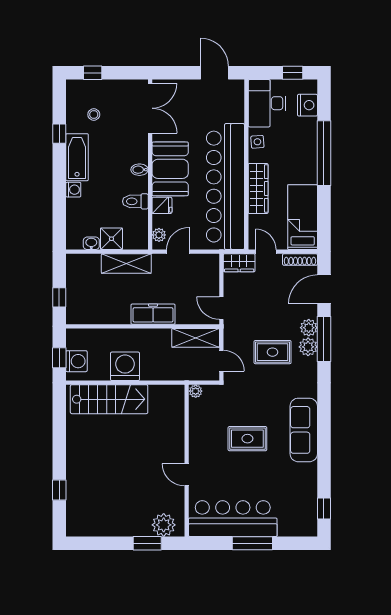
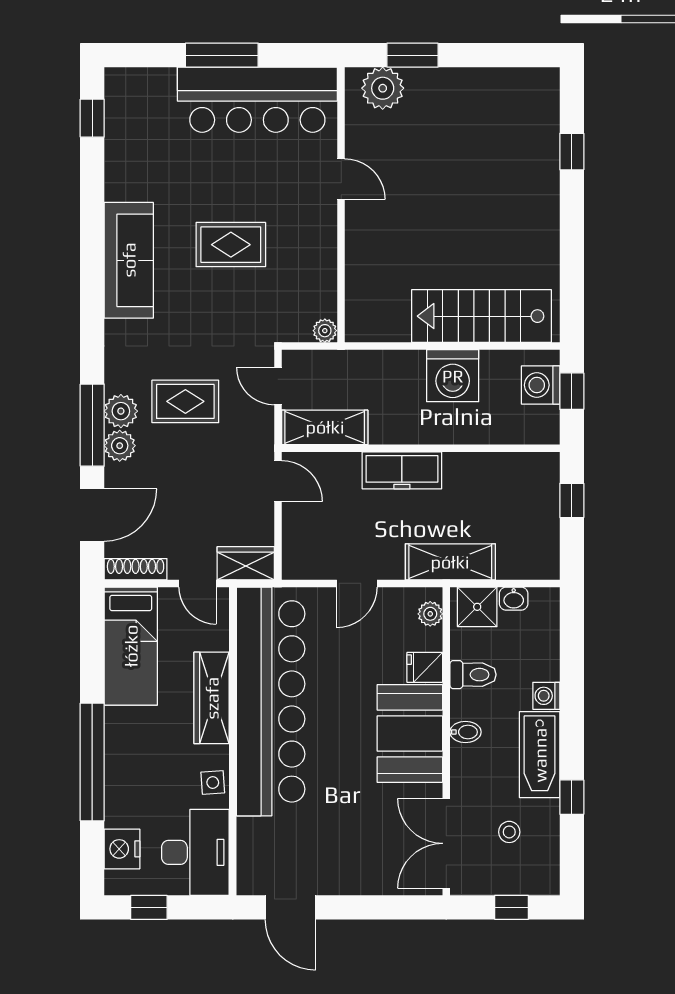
double door: (150, 108) -> (446, 843), moved
wall: (150, 165) -> (446, 741), moved
booth: (170, 169) -> (410, 733), moved
bidet: (140, 170) -> (465, 732), moved
toilet: (135, 201) -> (473, 675), moved
fridge: (162, 205) -> (425, 667), moved
plant: (159, 235) -> (430, 614), moved

